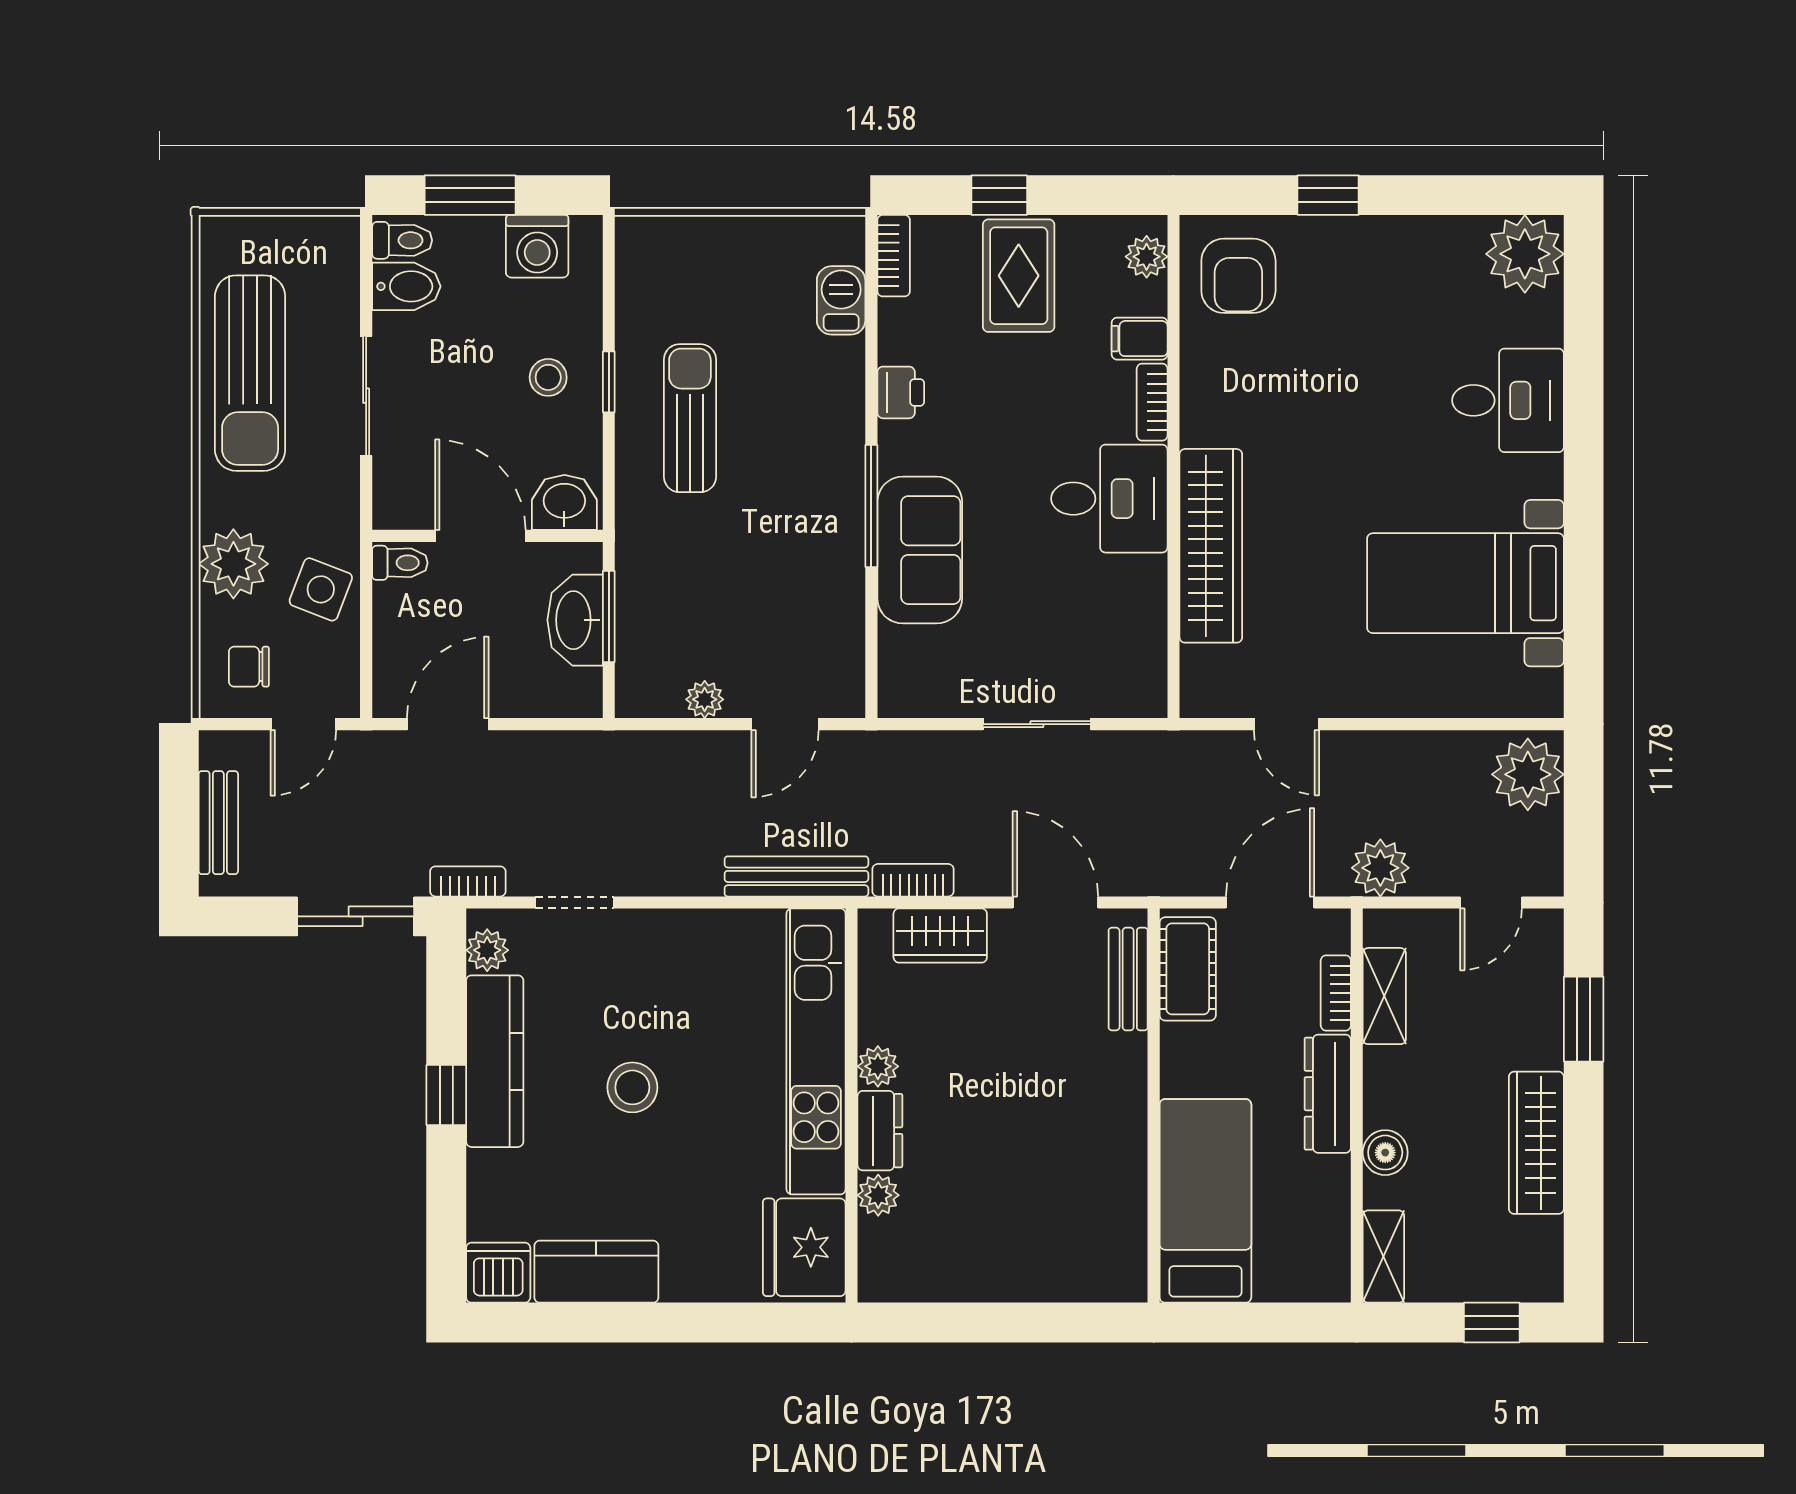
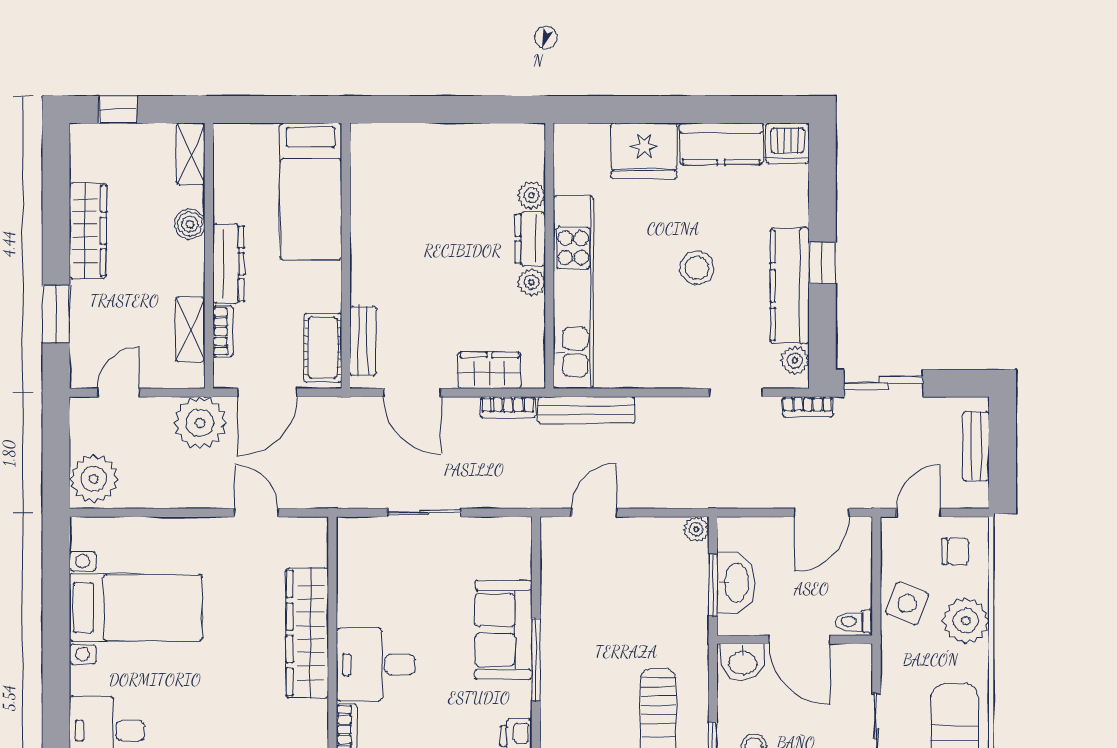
plant: (705, 699) -> (696, 529), moved
plant: (1380, 868) -> (200, 423), width x1.36, depth x1.36
fridge: (804, 1247) -> (644, 151), moved, turned 90

